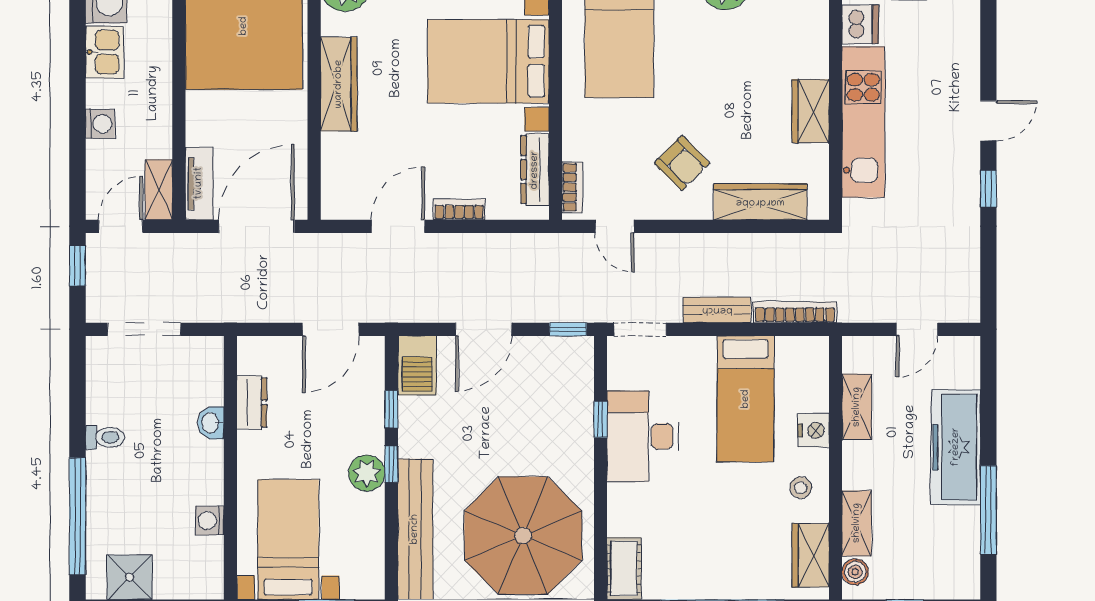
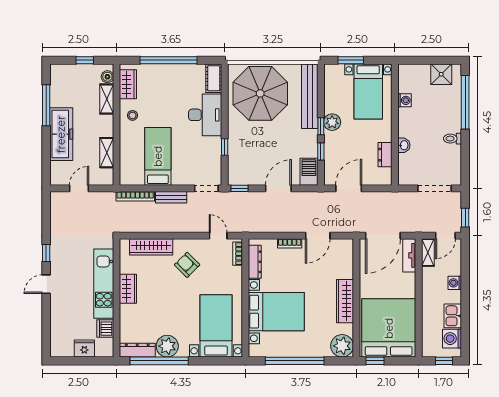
nightstand: (814, 430) -> (127, 142), removed
desk: (643, 436) -> (205, 115), moved

